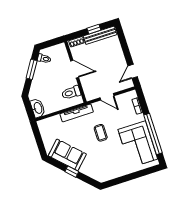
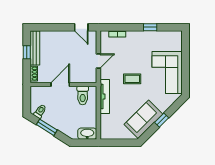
window: (153, 134) -> (150, 27), width x0.32
corner sofa: (138, 144) -> (167, 72), moved, turned 90

